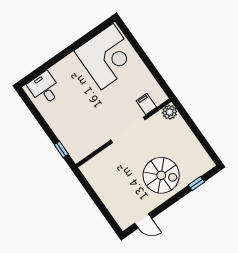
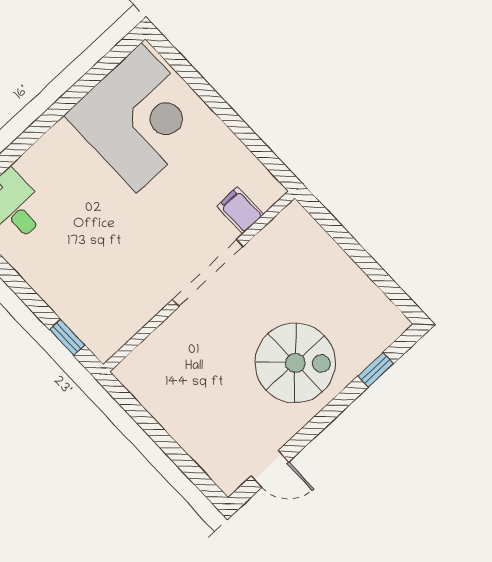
plant: (170, 112) -> (294, 221), removed

